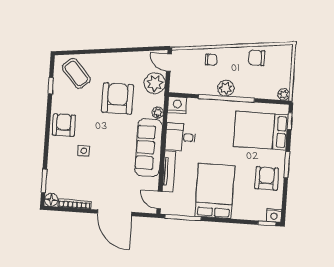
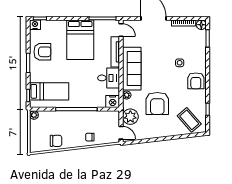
plant: (226, 88) -> (77, 117), removed
bed: (261, 131) -> (49, 91), width x0.67
armchair: (267, 178) -> (42, 52), turned -90

